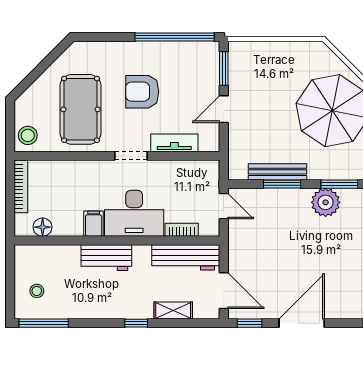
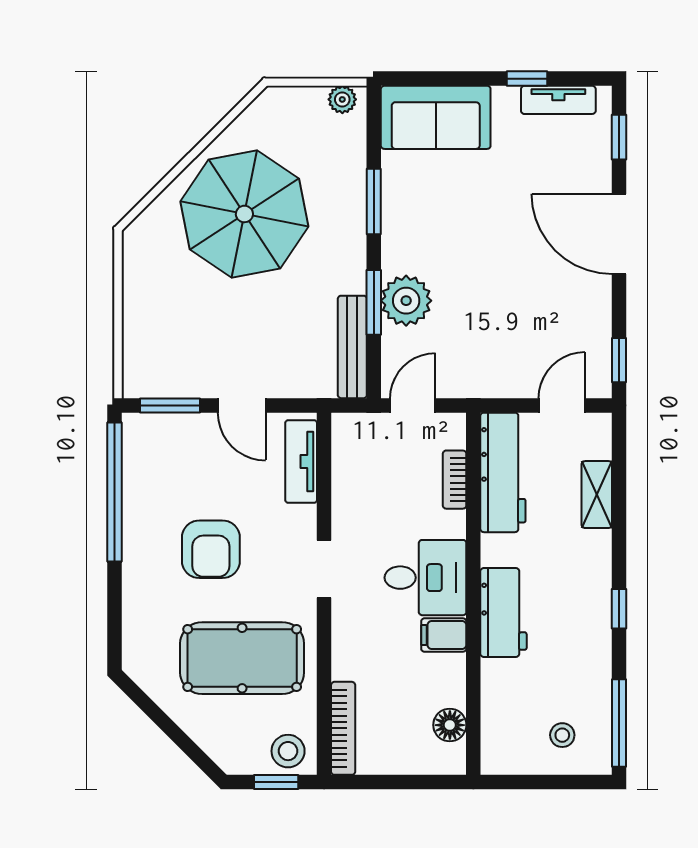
window: (10, 129) -> (276, 782), added
tv unit: (174, 143) -> (301, 462), moved
bench: (277, 172) -> (352, 347), moved
bookcase: (21, 186) -> (343, 728), moved, turned 90
plant: (326, 202) -> (406, 301), moved
desk: (134, 213) -> (425, 578), width x0.73
door: (224, 291) -> (562, 405), width x0.73
window: (136, 323) -> (619, 609), moved
door: (302, 323) -> (619, 234), moved

